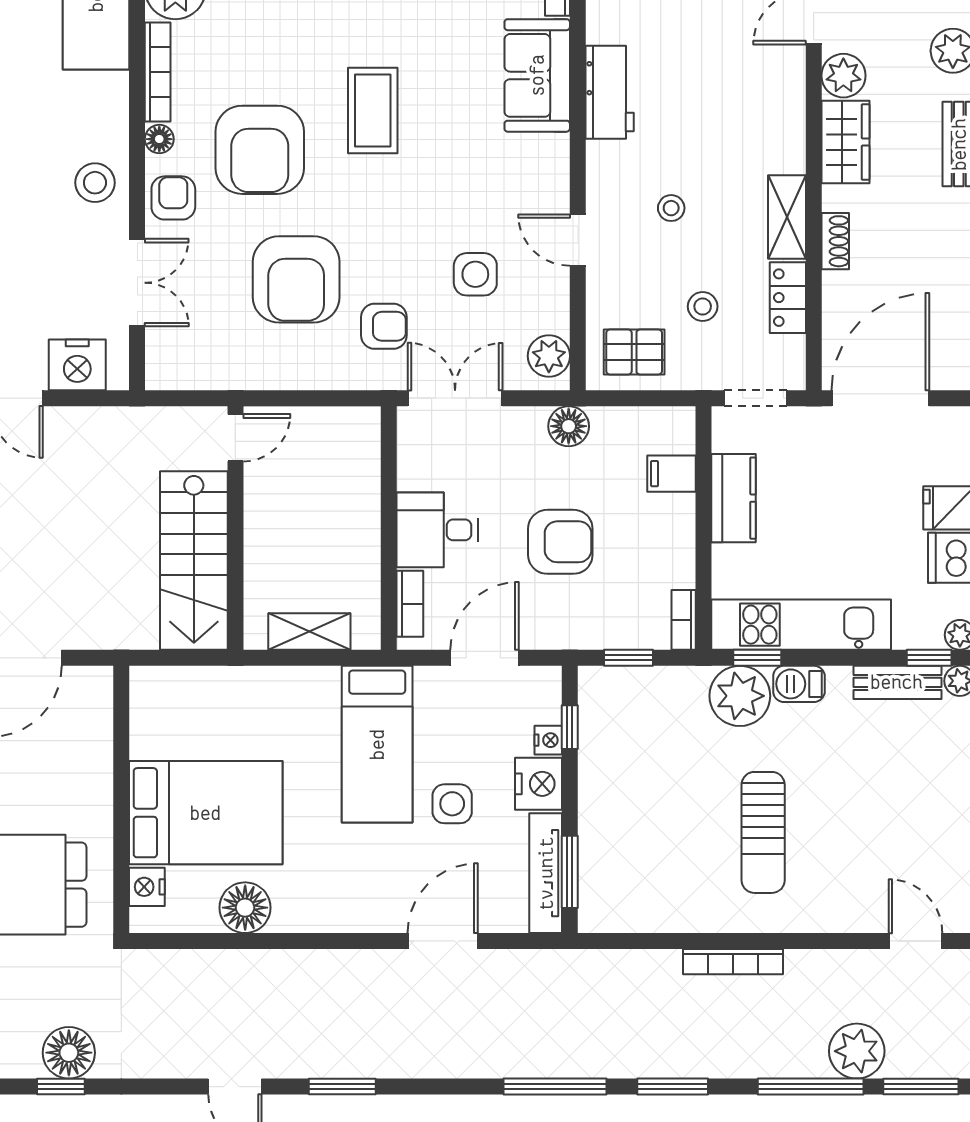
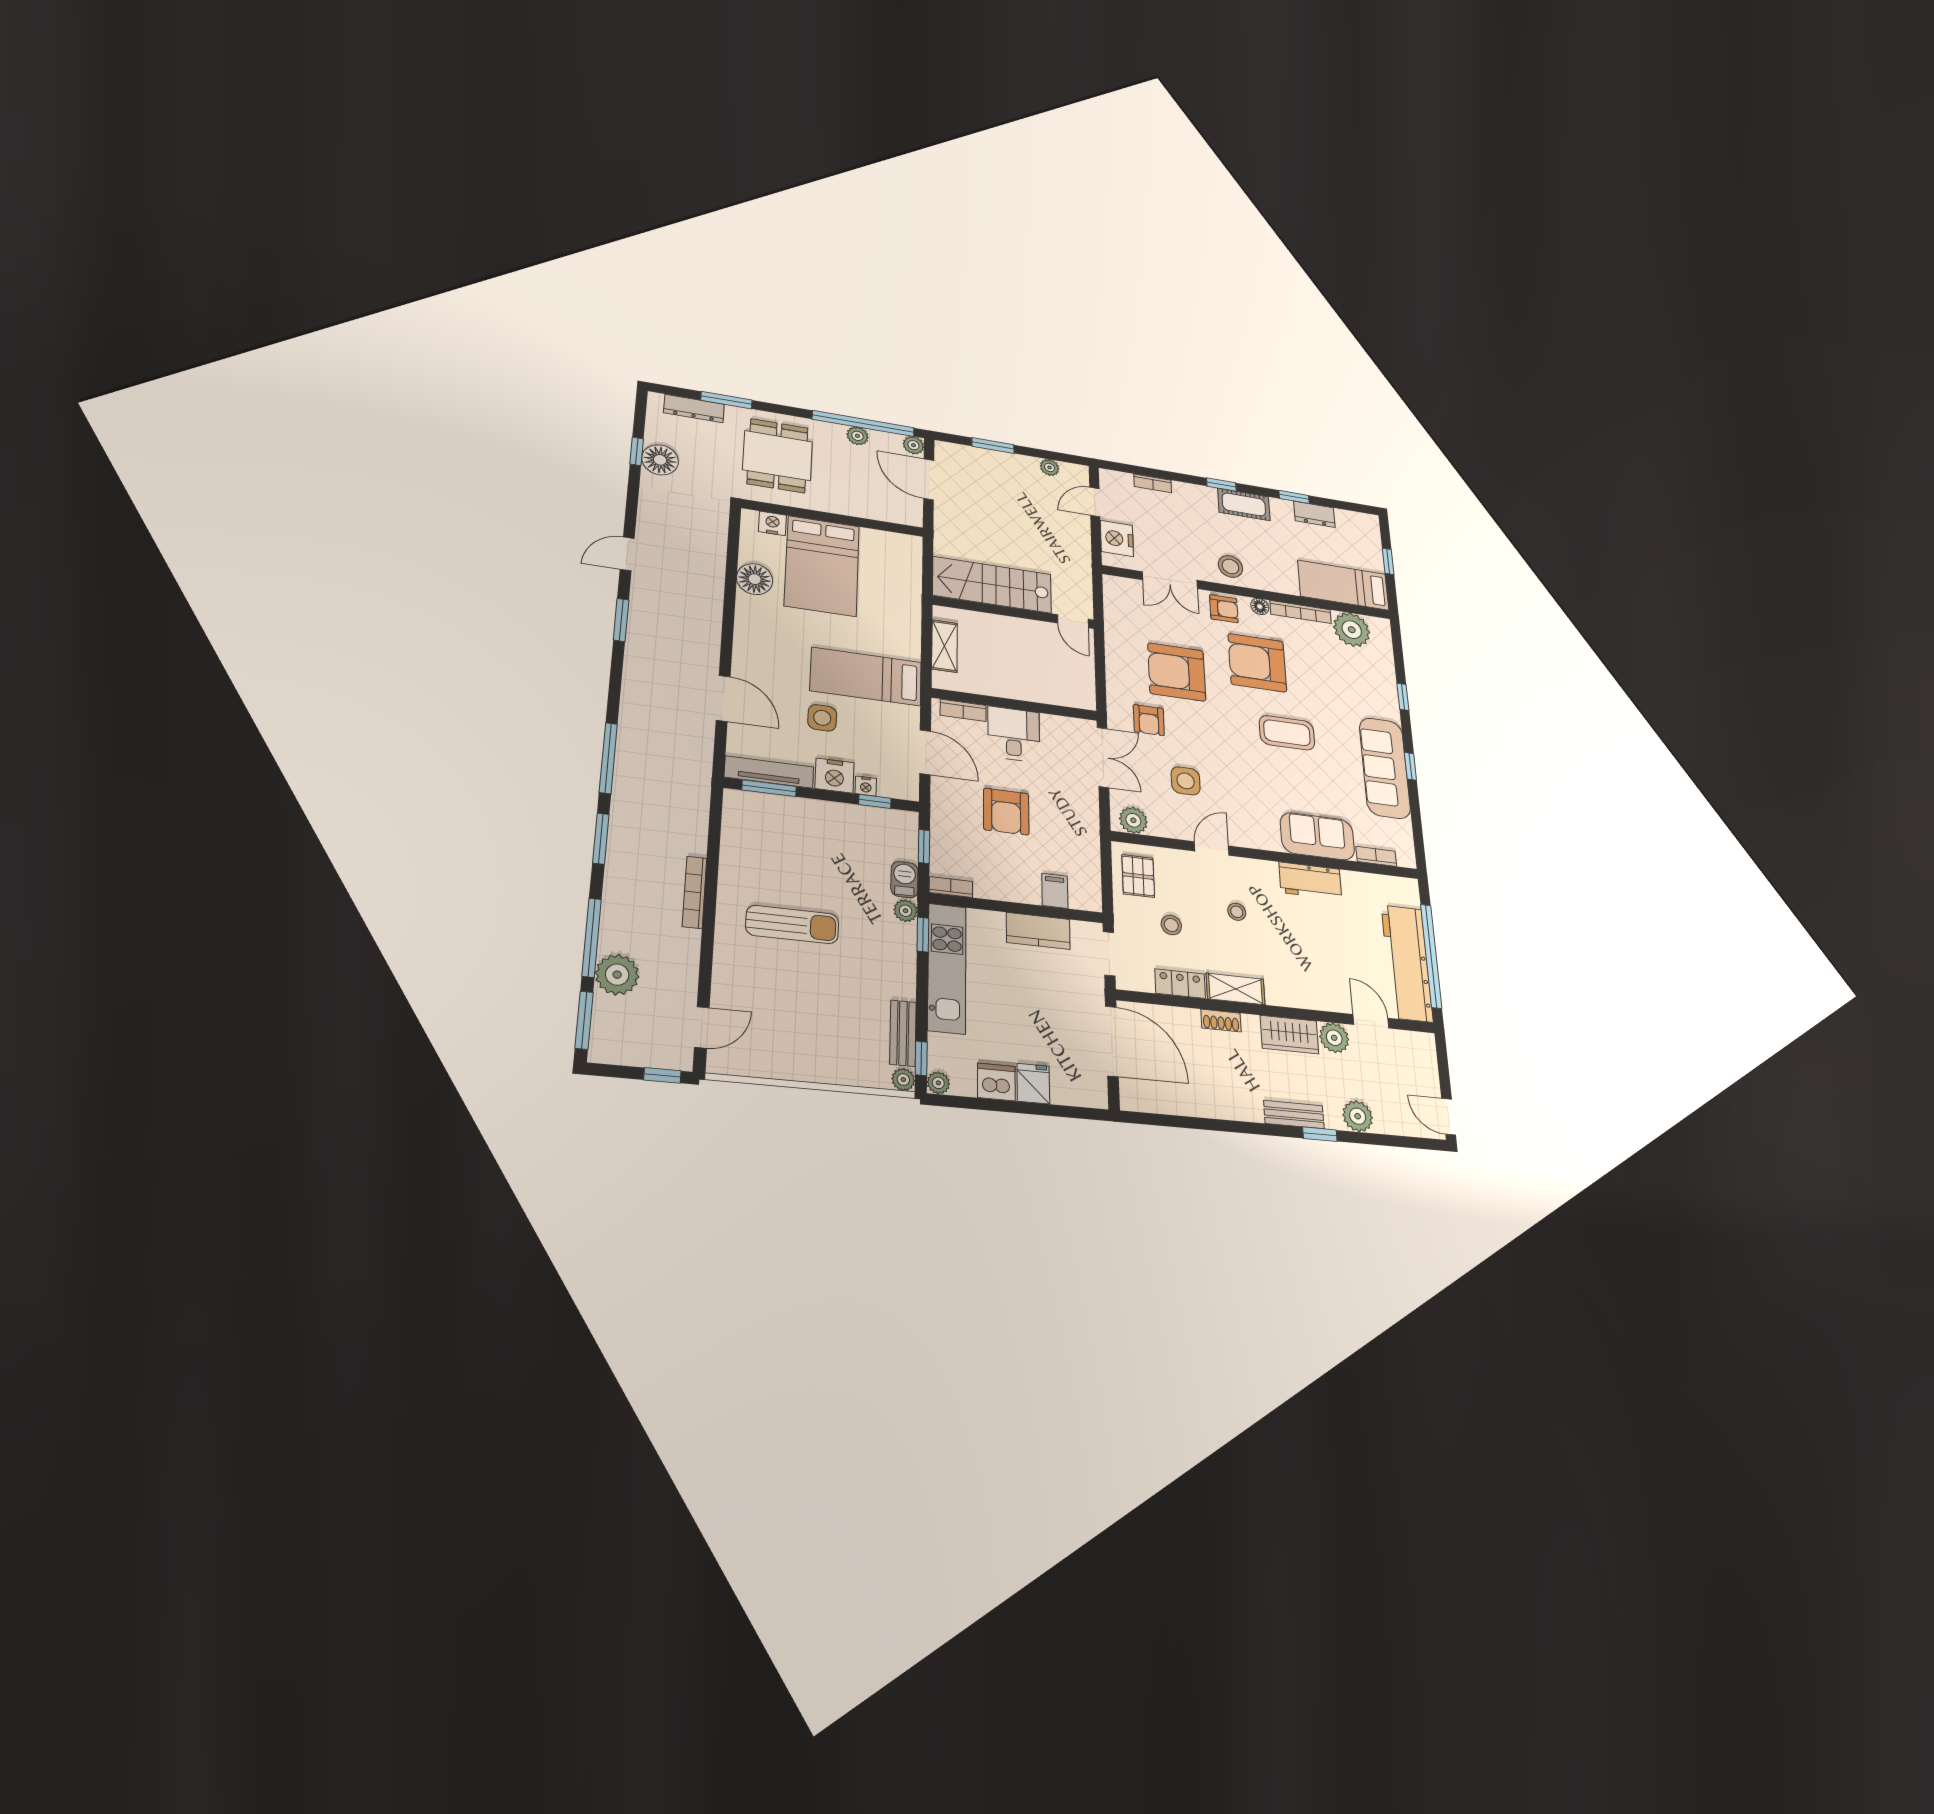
floor lamp: (569, 426) -> (1086, 827), removed
barbecue: (799, 684) -> (905, 880), moved
plant: (740, 696) -> (906, 911), width x0.53, depth x0.53
sun lounger: (763, 832) -> (792, 925), turned 180

